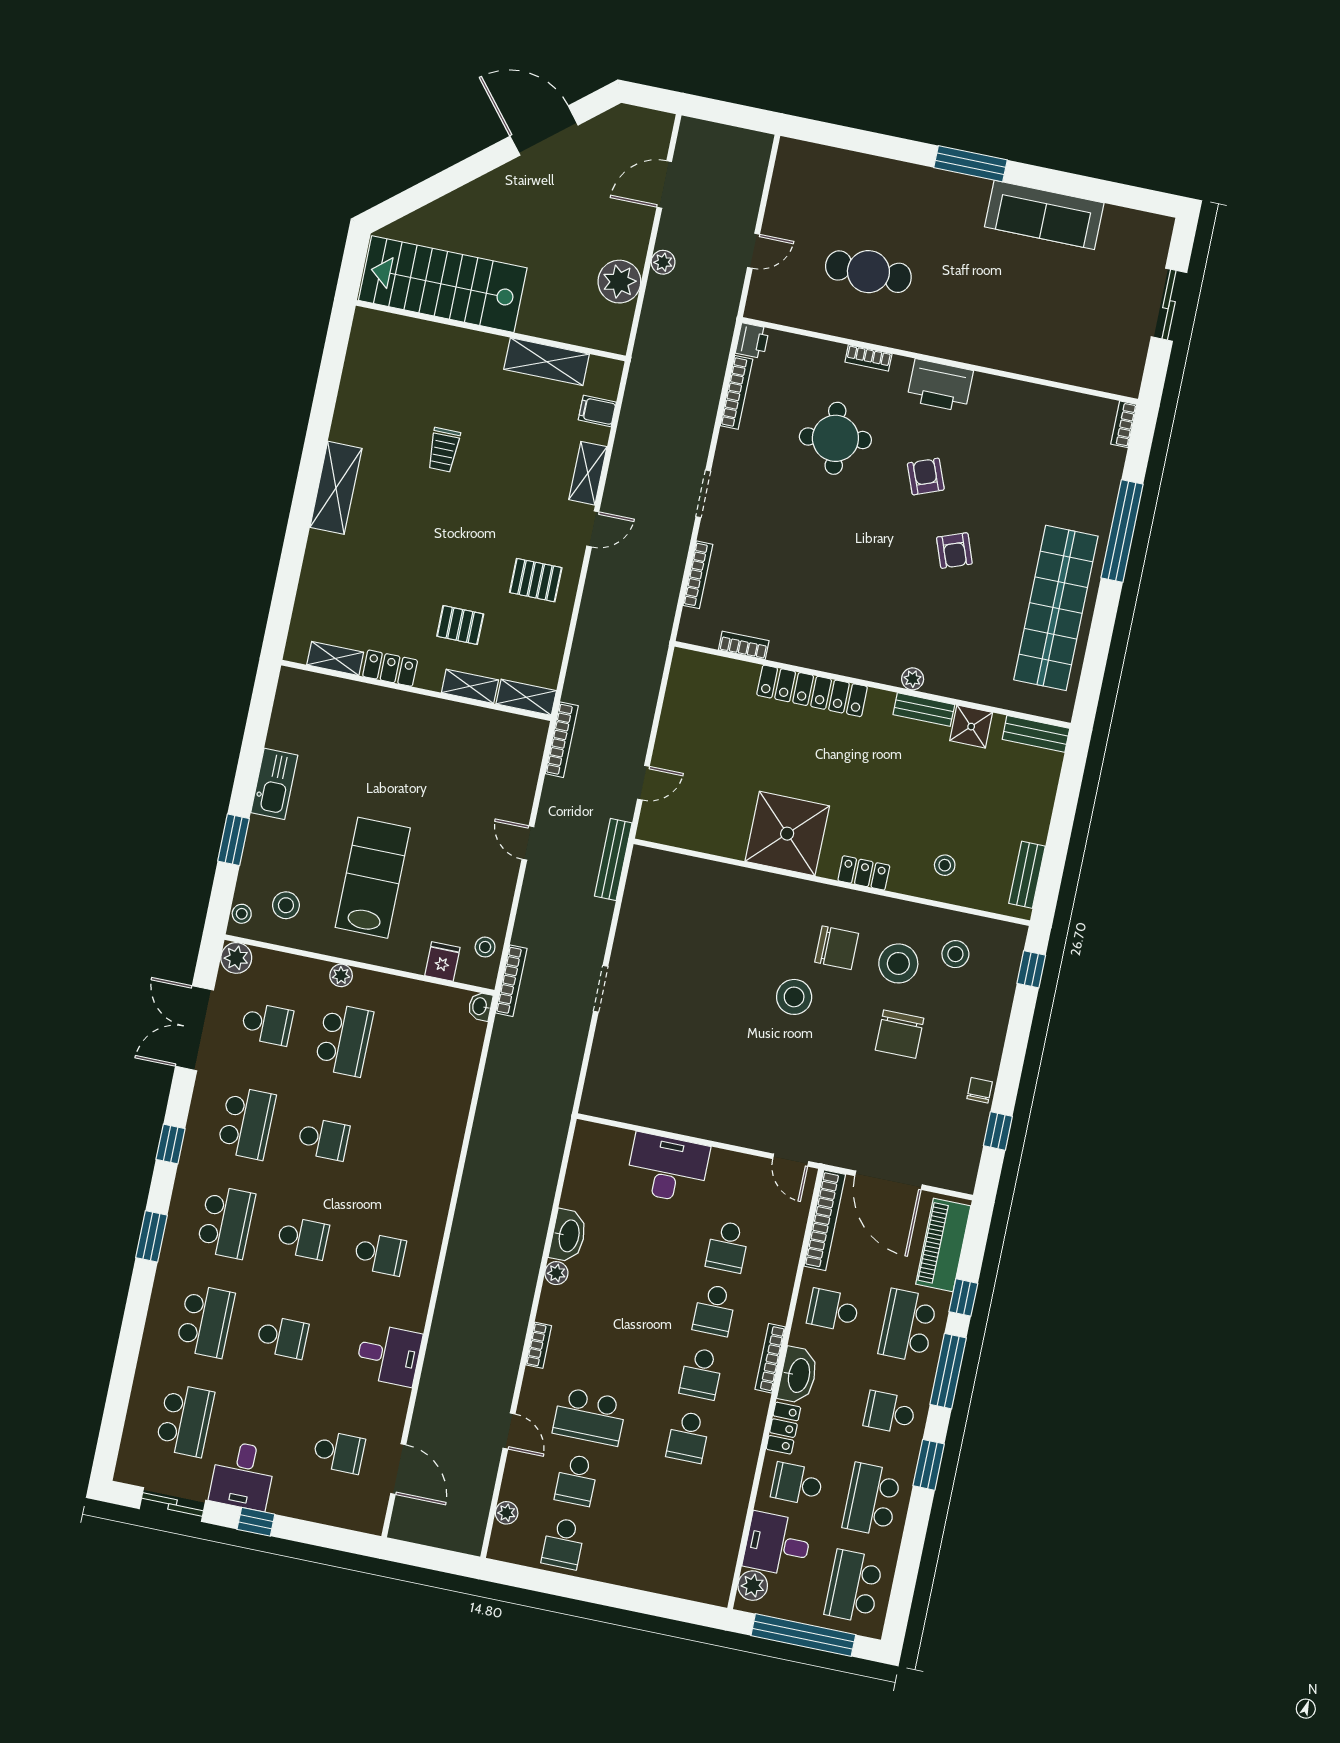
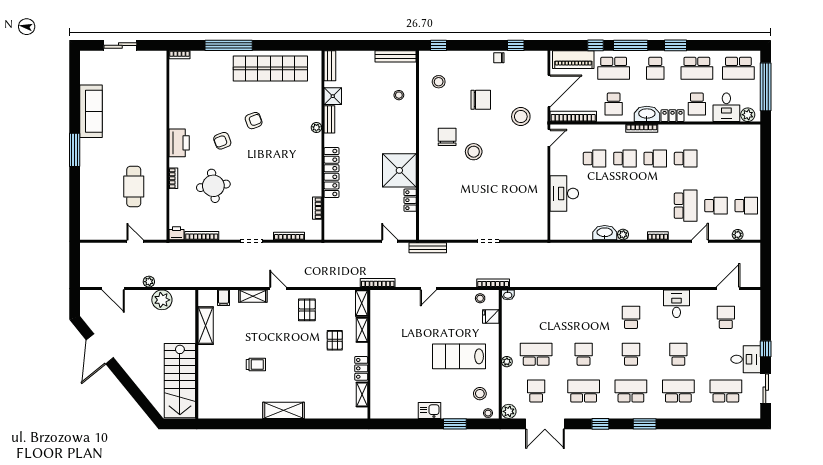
kitchen sink: (274, 784) -> (429, 410), width x0.73
locker: (864, 873) -> (410, 200), moved
bench: (1027, 875) -> (395, 56), width x1.36
stool: (898, 963) -> (521, 117), moved

